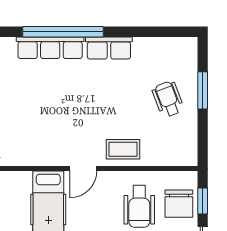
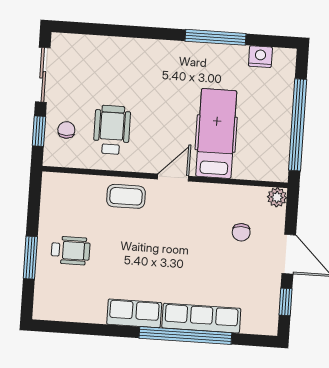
wheelchair: (168, 99) -> (71, 250), turned -69
chair: (21, 125) -> (241, 232), added
chair: (179, 204) -> (66, 130), width x0.54, depth x0.54

